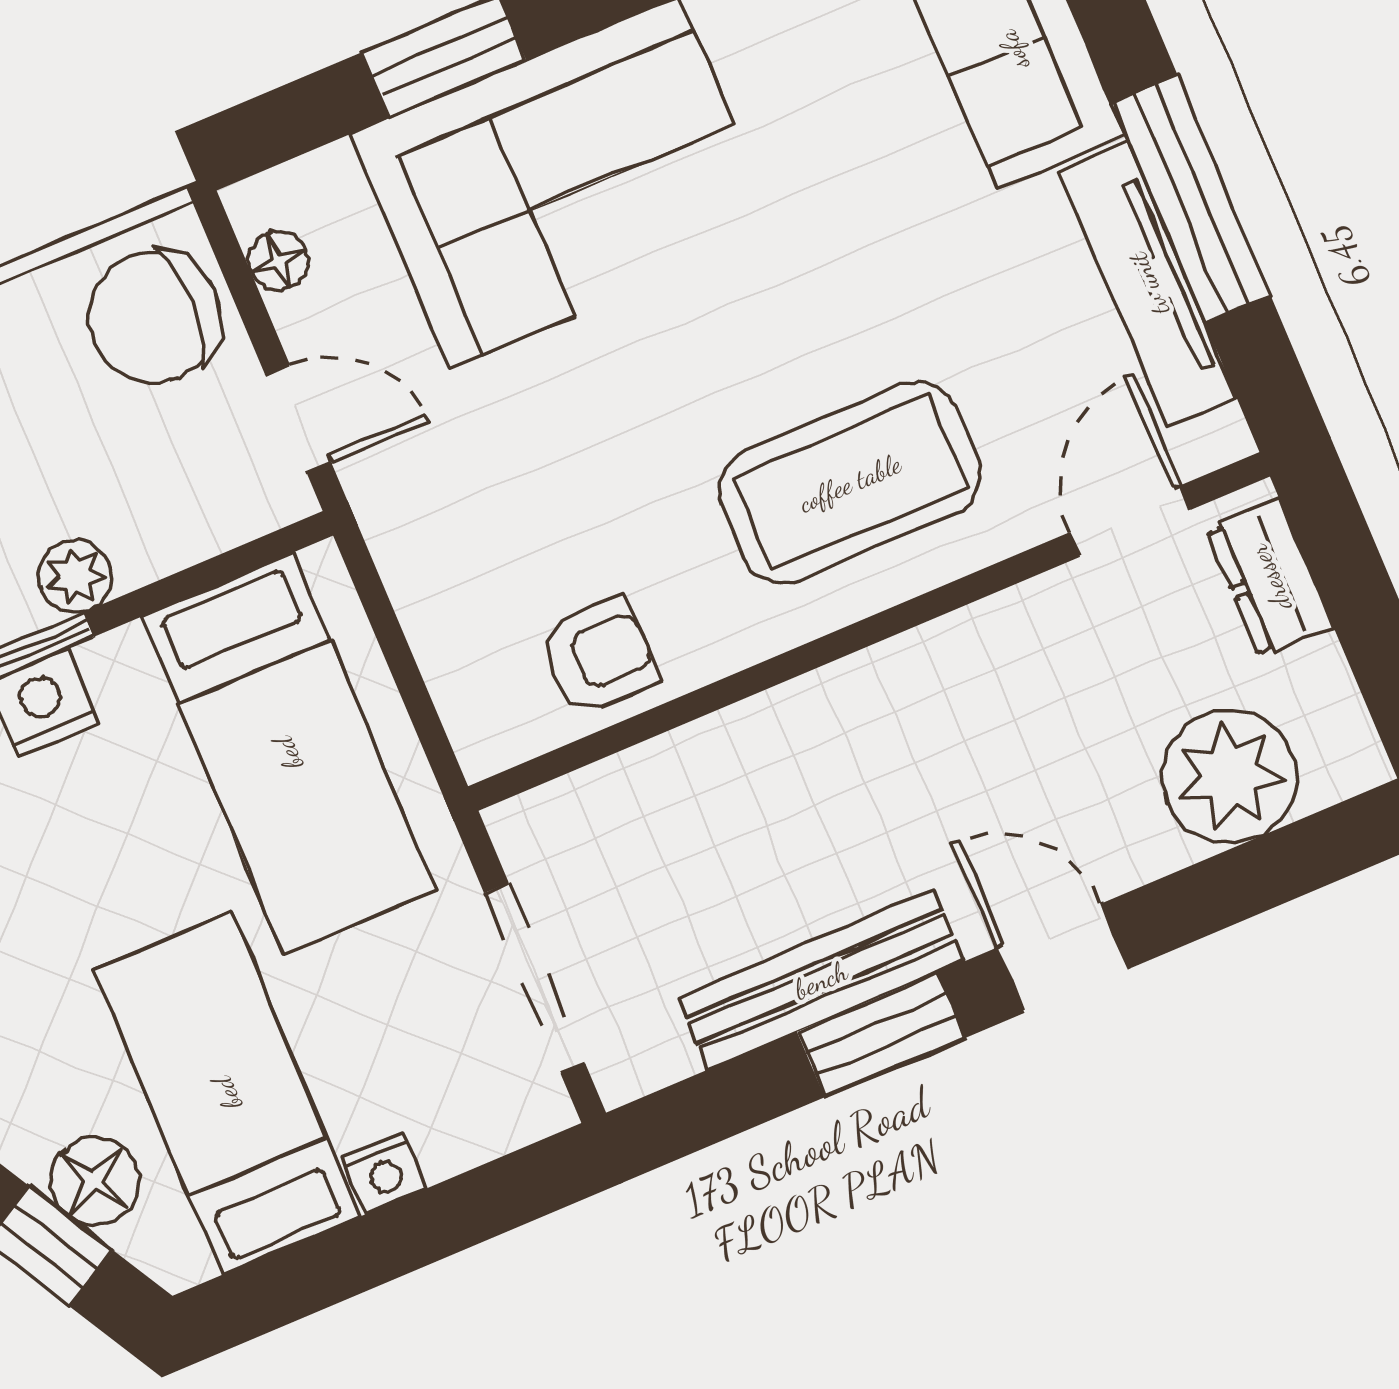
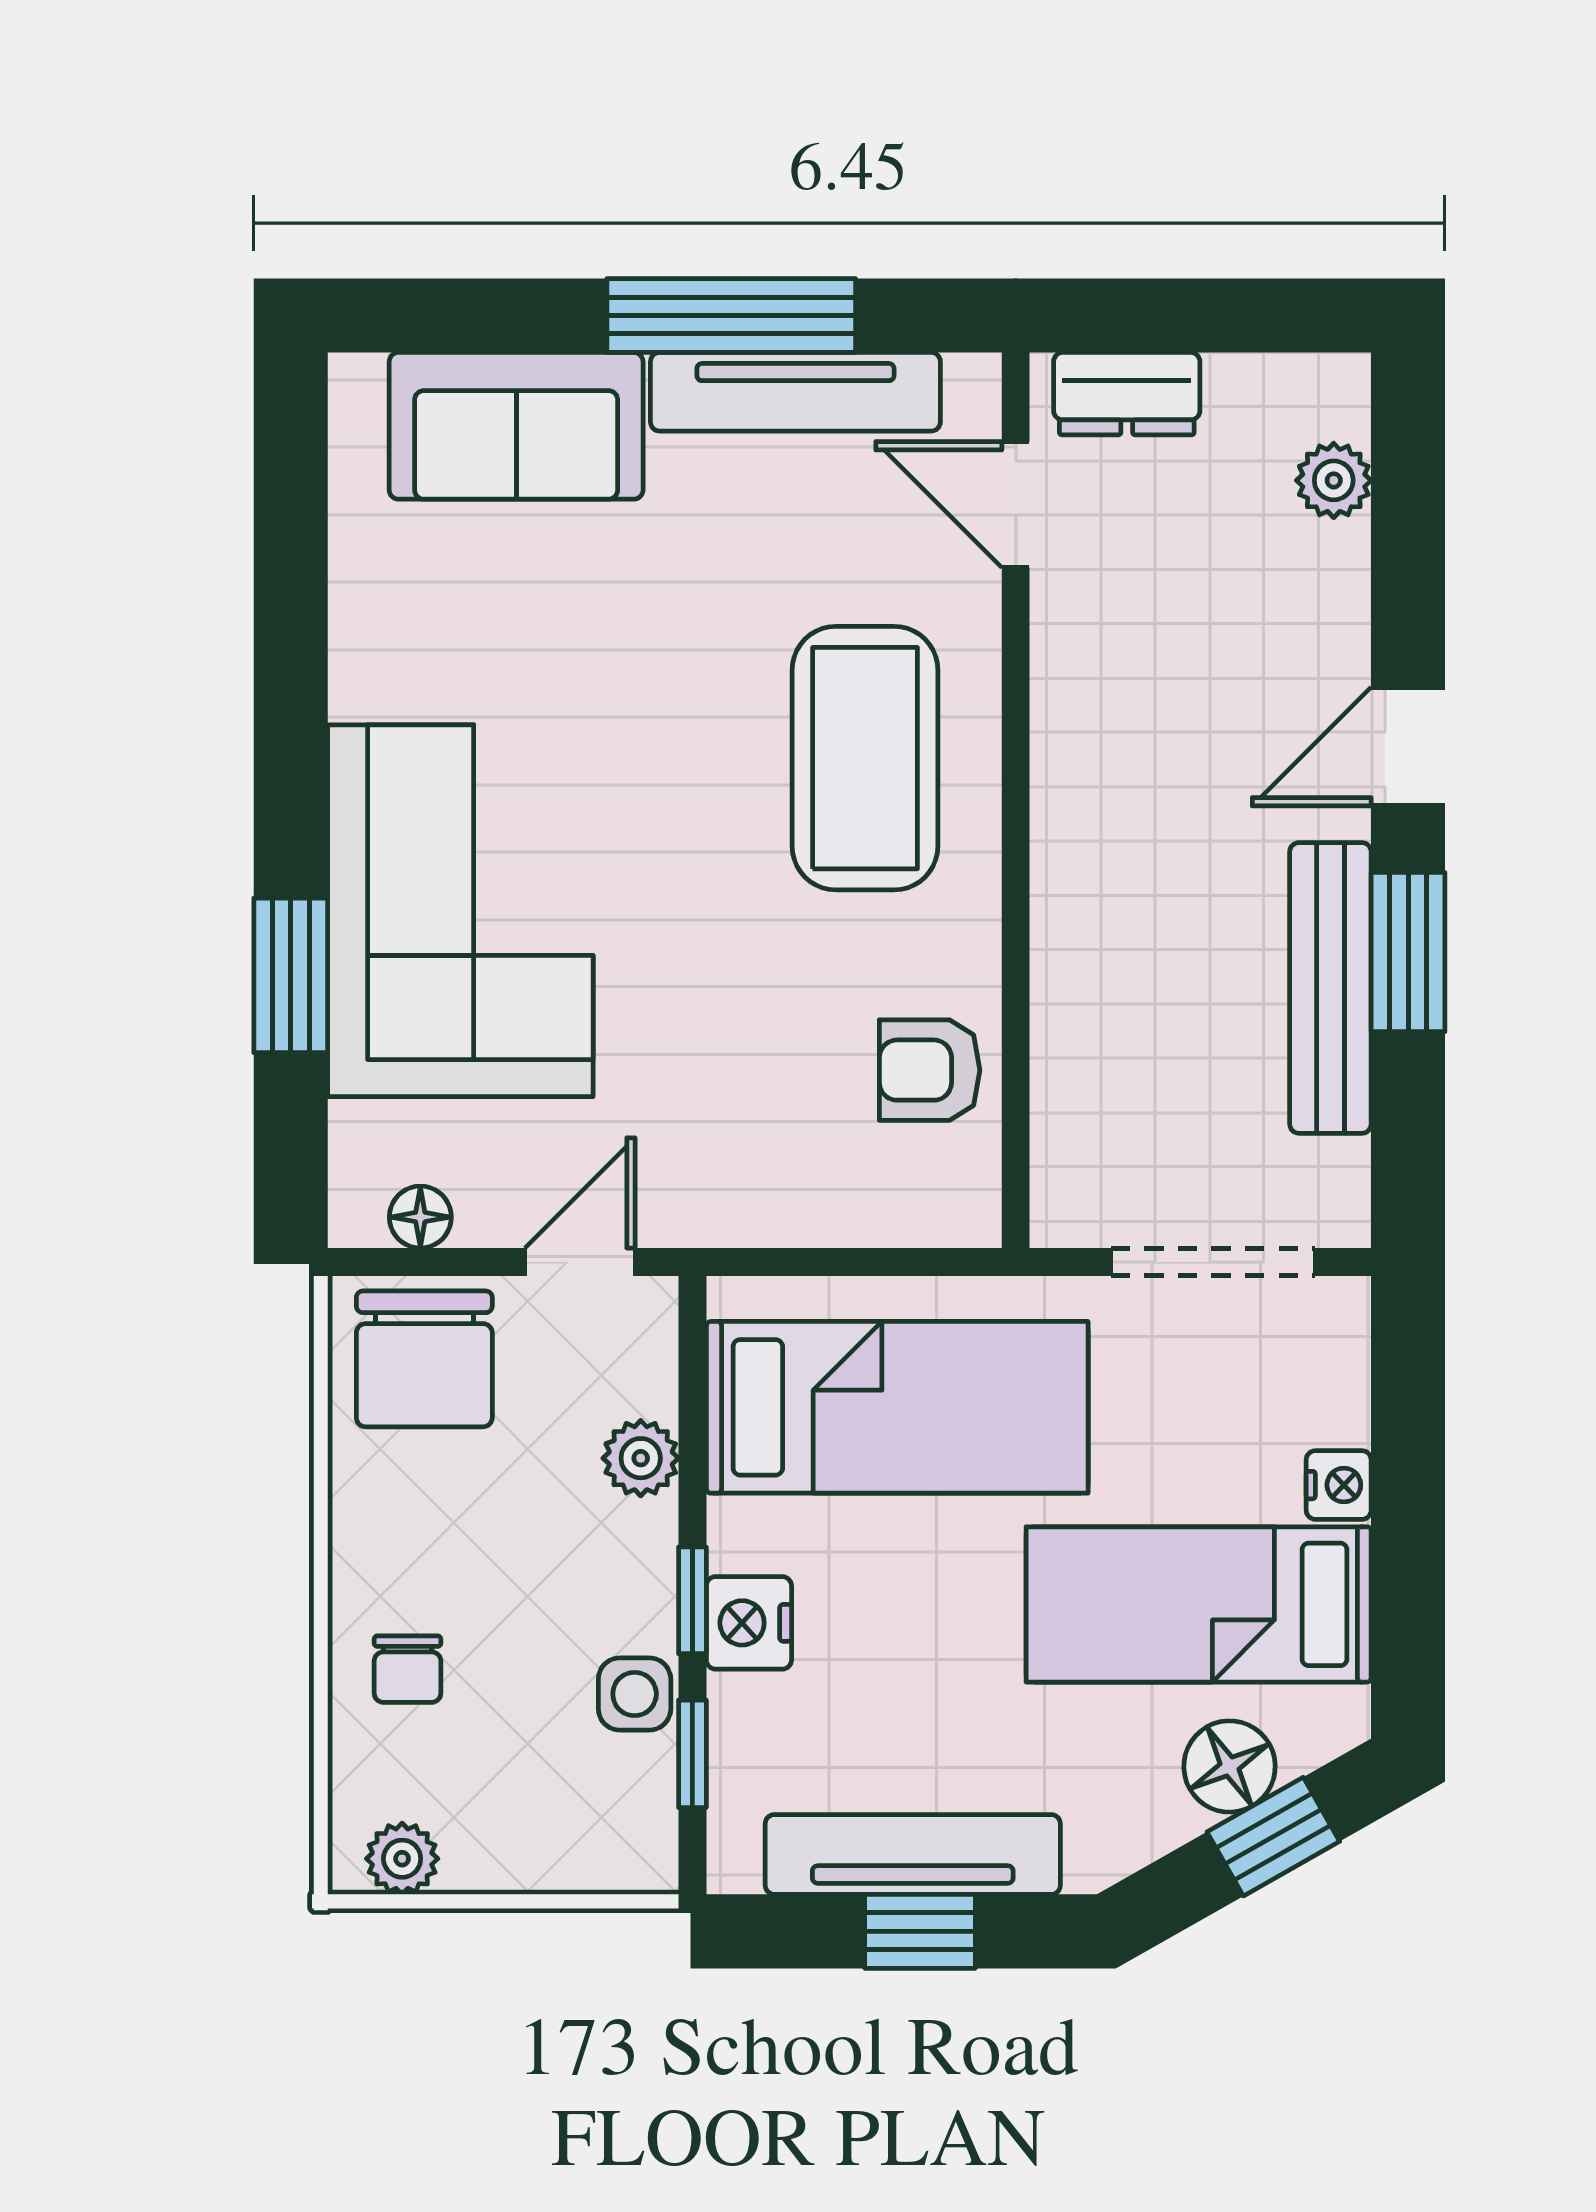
plant: (75, 576) -> (641, 1458), moved
armchair: (598, 656) -> (930, 1070), turned -90
plant: (1229, 776) -> (1334, 480), width x0.53, depth x0.53

